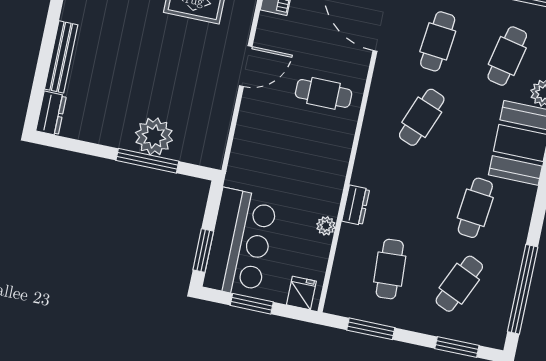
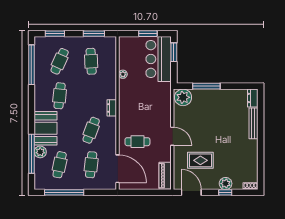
door: (246, 66) -> (172, 136), swing flipped
cafe table: (324, 93) -> (137, 142), moved
plant: (154, 136) -> (183, 97), moved
dresser: (356, 205) -> (112, 108), moved
fridge: (301, 293) -> (127, 43), removed

